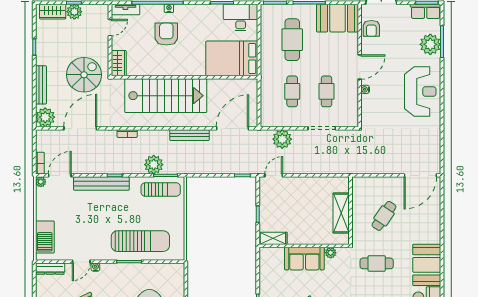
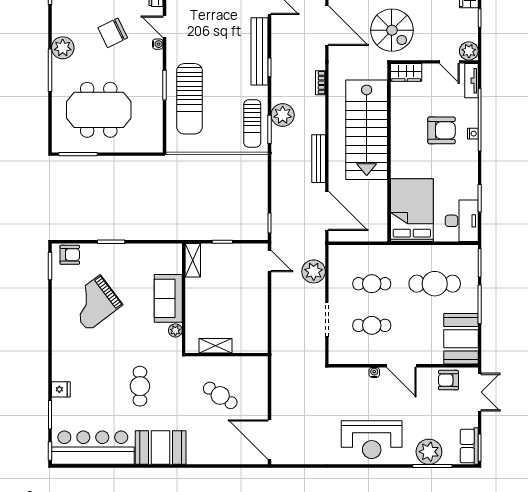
plant: (74, 12) -> (469, 51), moved
shelving: (341, 213) -> (216, 346), width x0.67, depth x0.75
cafe table: (377, 263) -> (140, 386), moved

